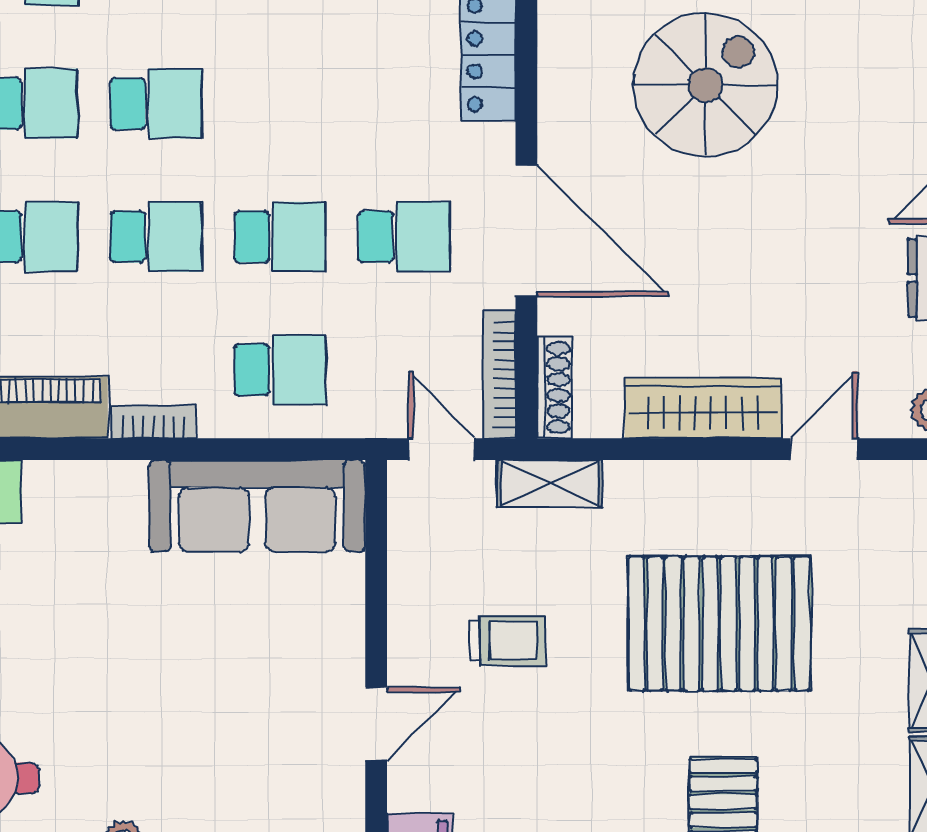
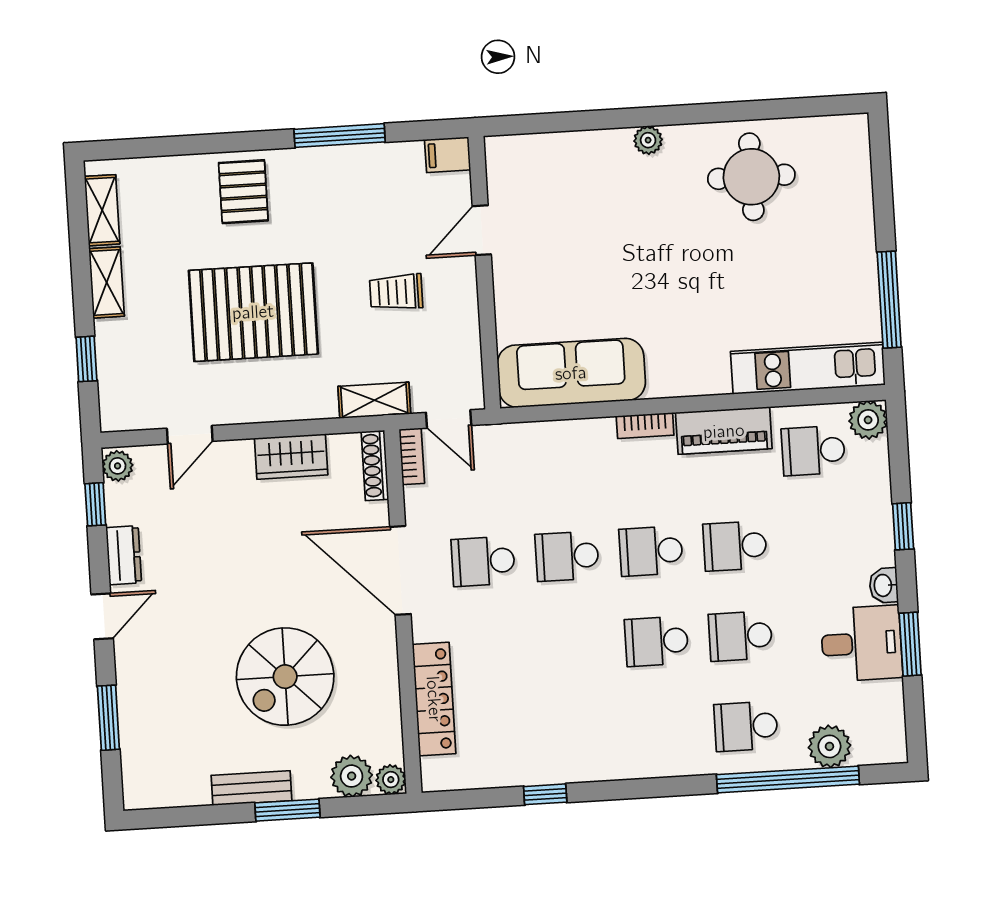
school desk: (280, 370) -> (562, 466), removed
bookcase: (499, 374) -> (412, 456), width x0.64
wardrobe: (703, 408) -> (291, 457), width x0.67

